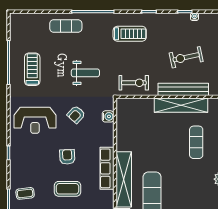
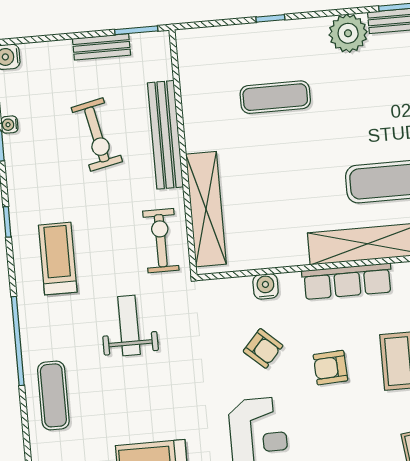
weight bench: (85, 73) -> (129, 325), moved
shelving: (181, 105) -> (206, 209), moved
armchair: (76, 114) -> (263, 348), moved
water cooler: (108, 116) -> (266, 286), moved

